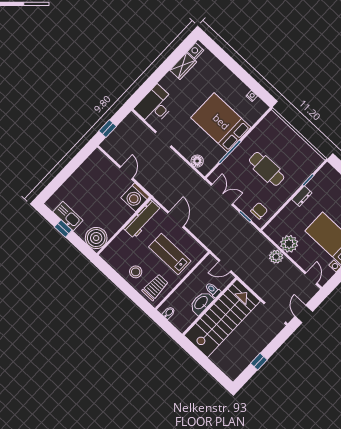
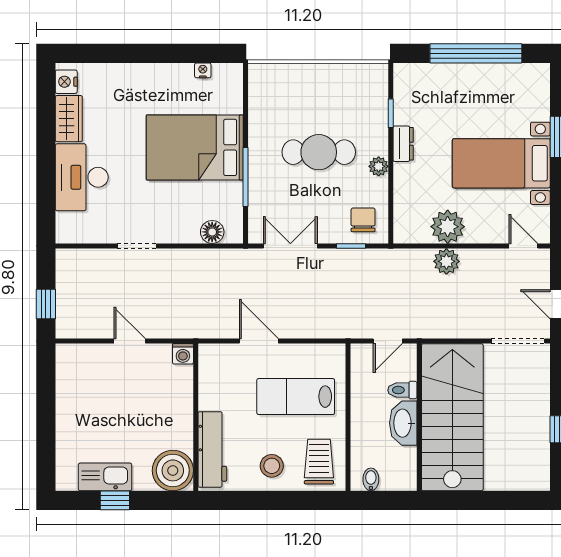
desk: (155, 106) -> (82, 177), moved
plant: (284, 196) -> (379, 166), added
washing machine: (135, 197) -> (183, 354), width x0.53, depth x0.53
workbench: (142, 219) -> (212, 449), moved

